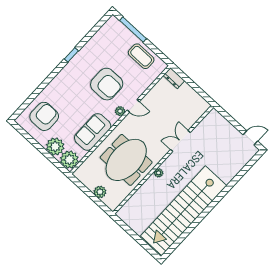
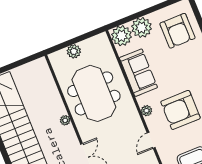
door: (133, 106) -> (151, 140), moved

